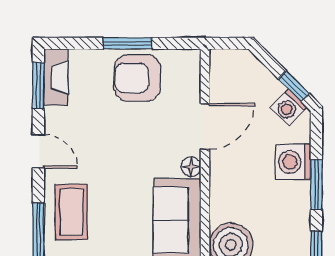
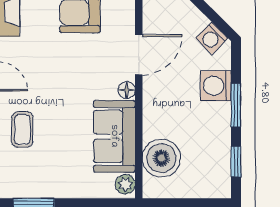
window: (294, 86) -> (216, 20), removed
coffee table: (71, 212) -> (22, 130), width x0.73, depth x0.77

